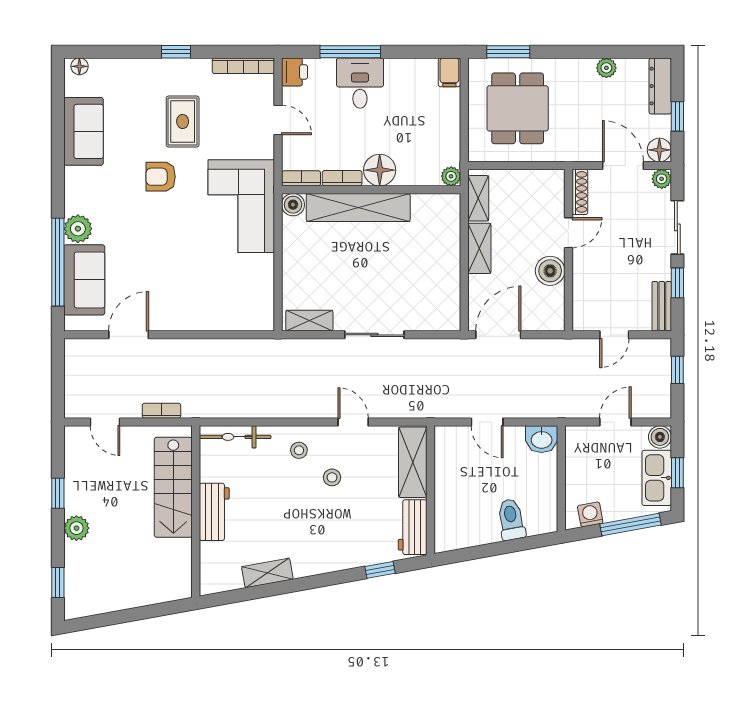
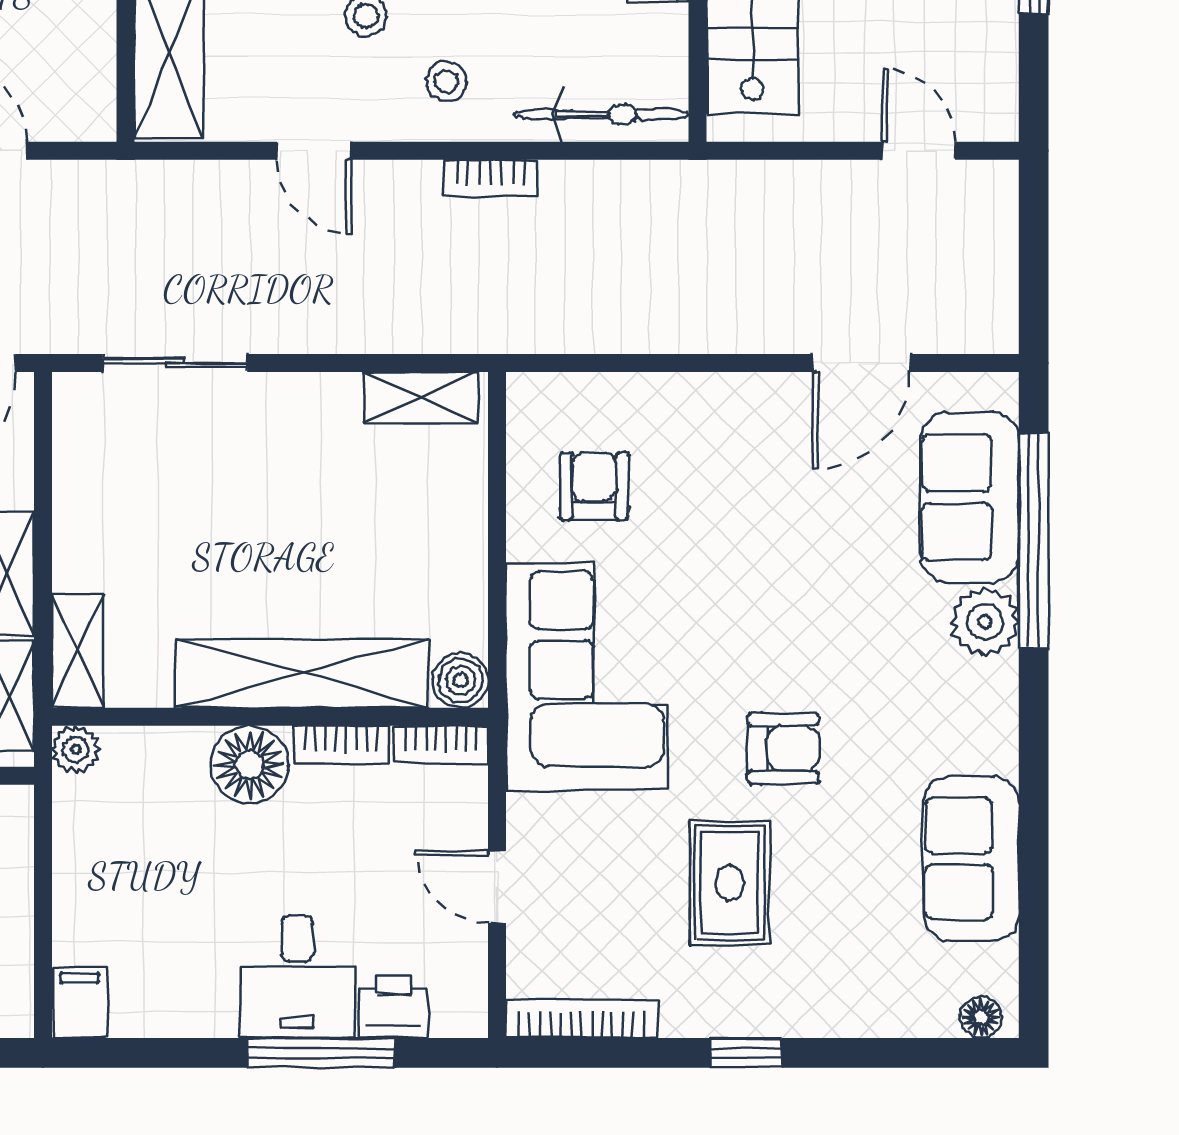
printer: (295, 72) -> (394, 1007), moved, turned 90
shelving: (450, 217) -> (78, 651), added
armchair: (238, 284) -> (594, 486), added
sliding door: (374, 335) -> (175, 363), moved
bookcase: (161, 411) -> (490, 178), moved

